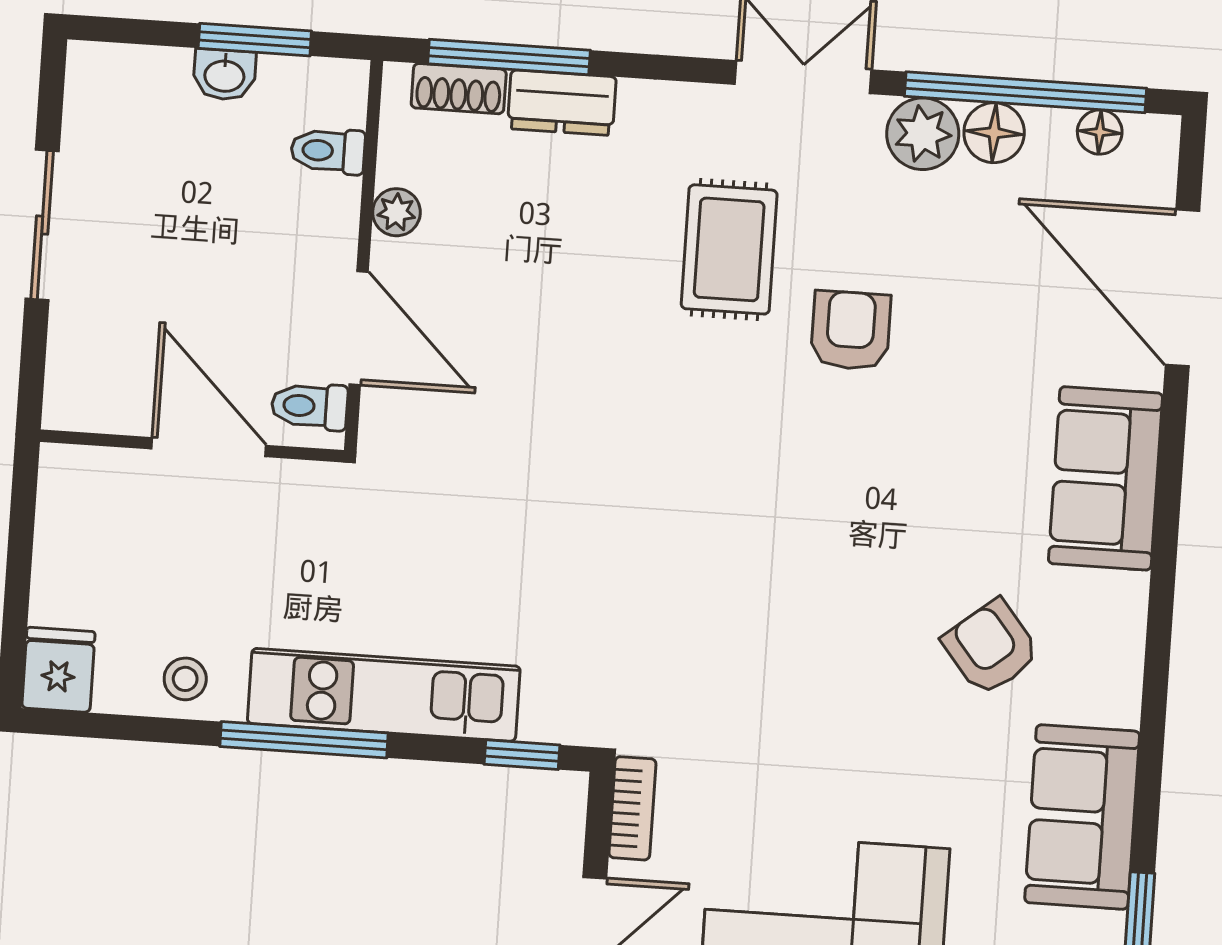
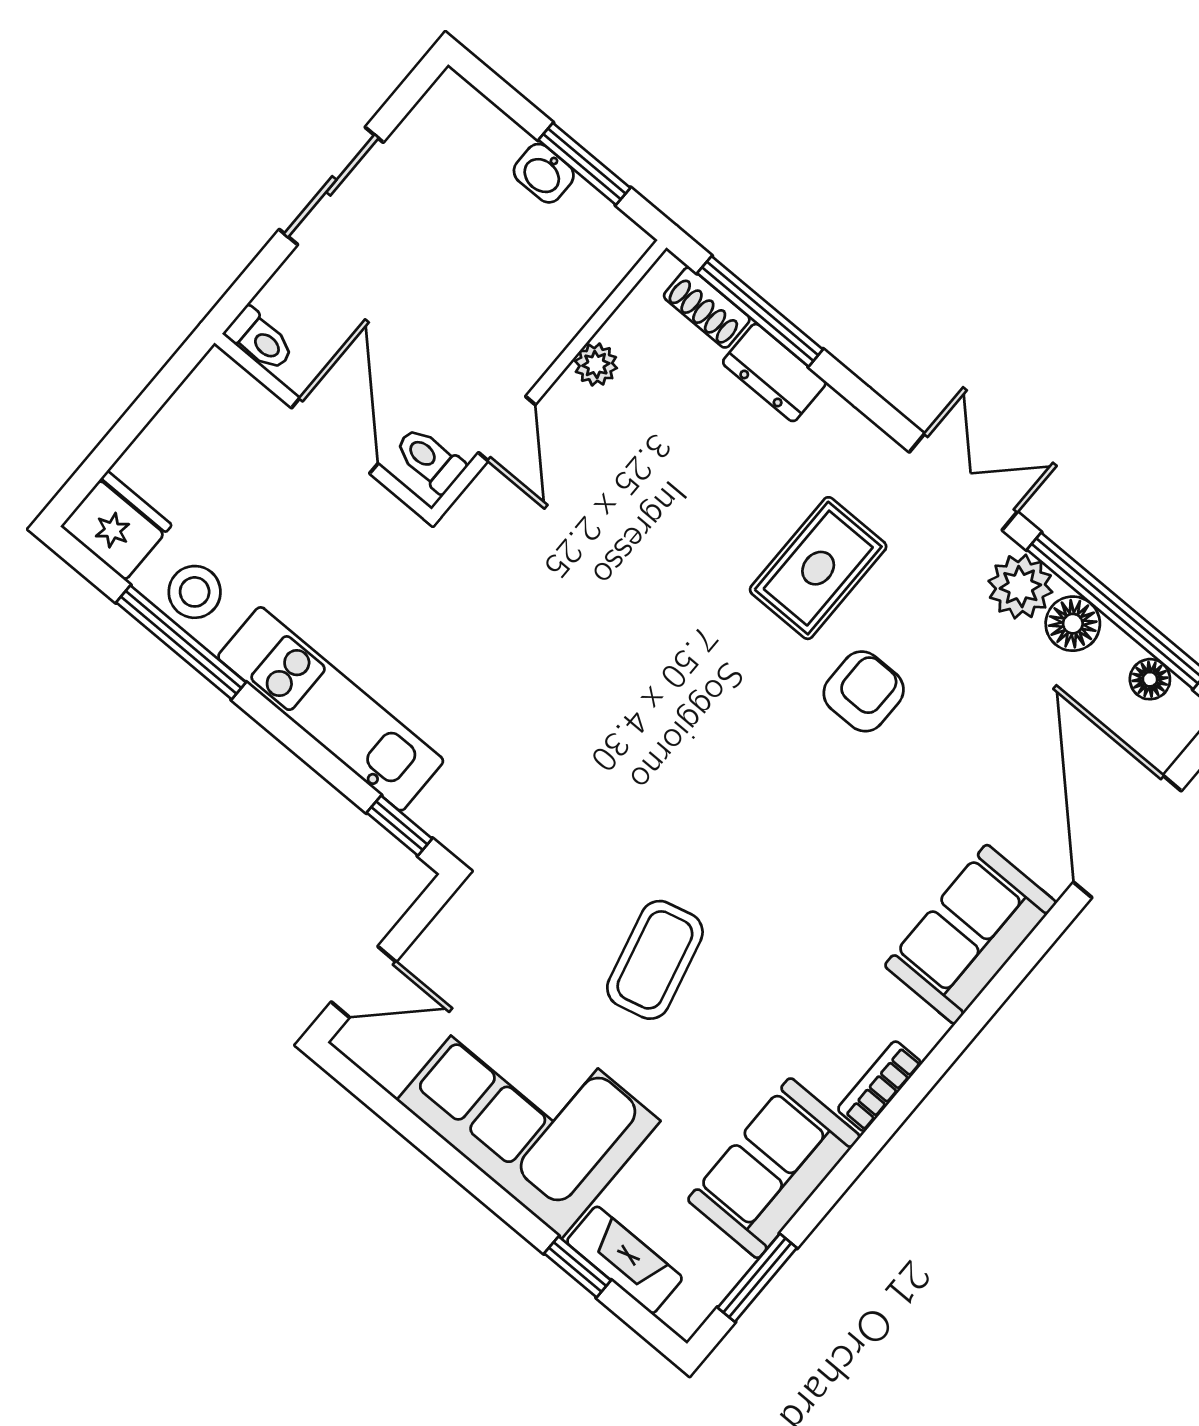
toilet: (328, 151) -> (260, 339), moved, turned 180
door: (359, 328) -> (507, 429), width x0.73
armchair: (991, 647) -> (797, 996), removed
fridge: (58, 670) -> (116, 526), width x1.38
stool: (185, 679) -> (195, 592), width x1.37, depth x1.37
coffee table: (839, 708) -> (655, 960), added
window: (304, 740) -> (181, 642), moved
bookcase: (632, 808) -> (880, 1086), moved, turned 180

